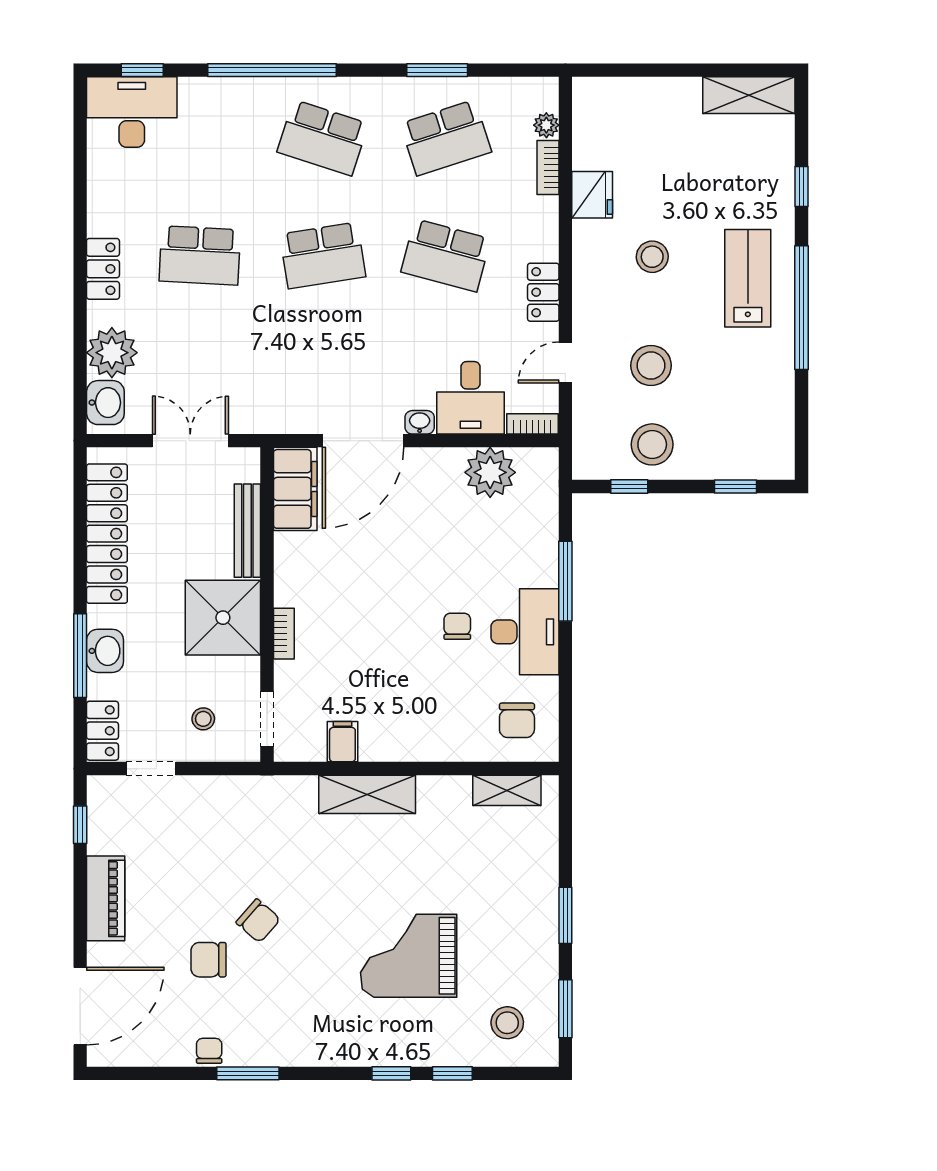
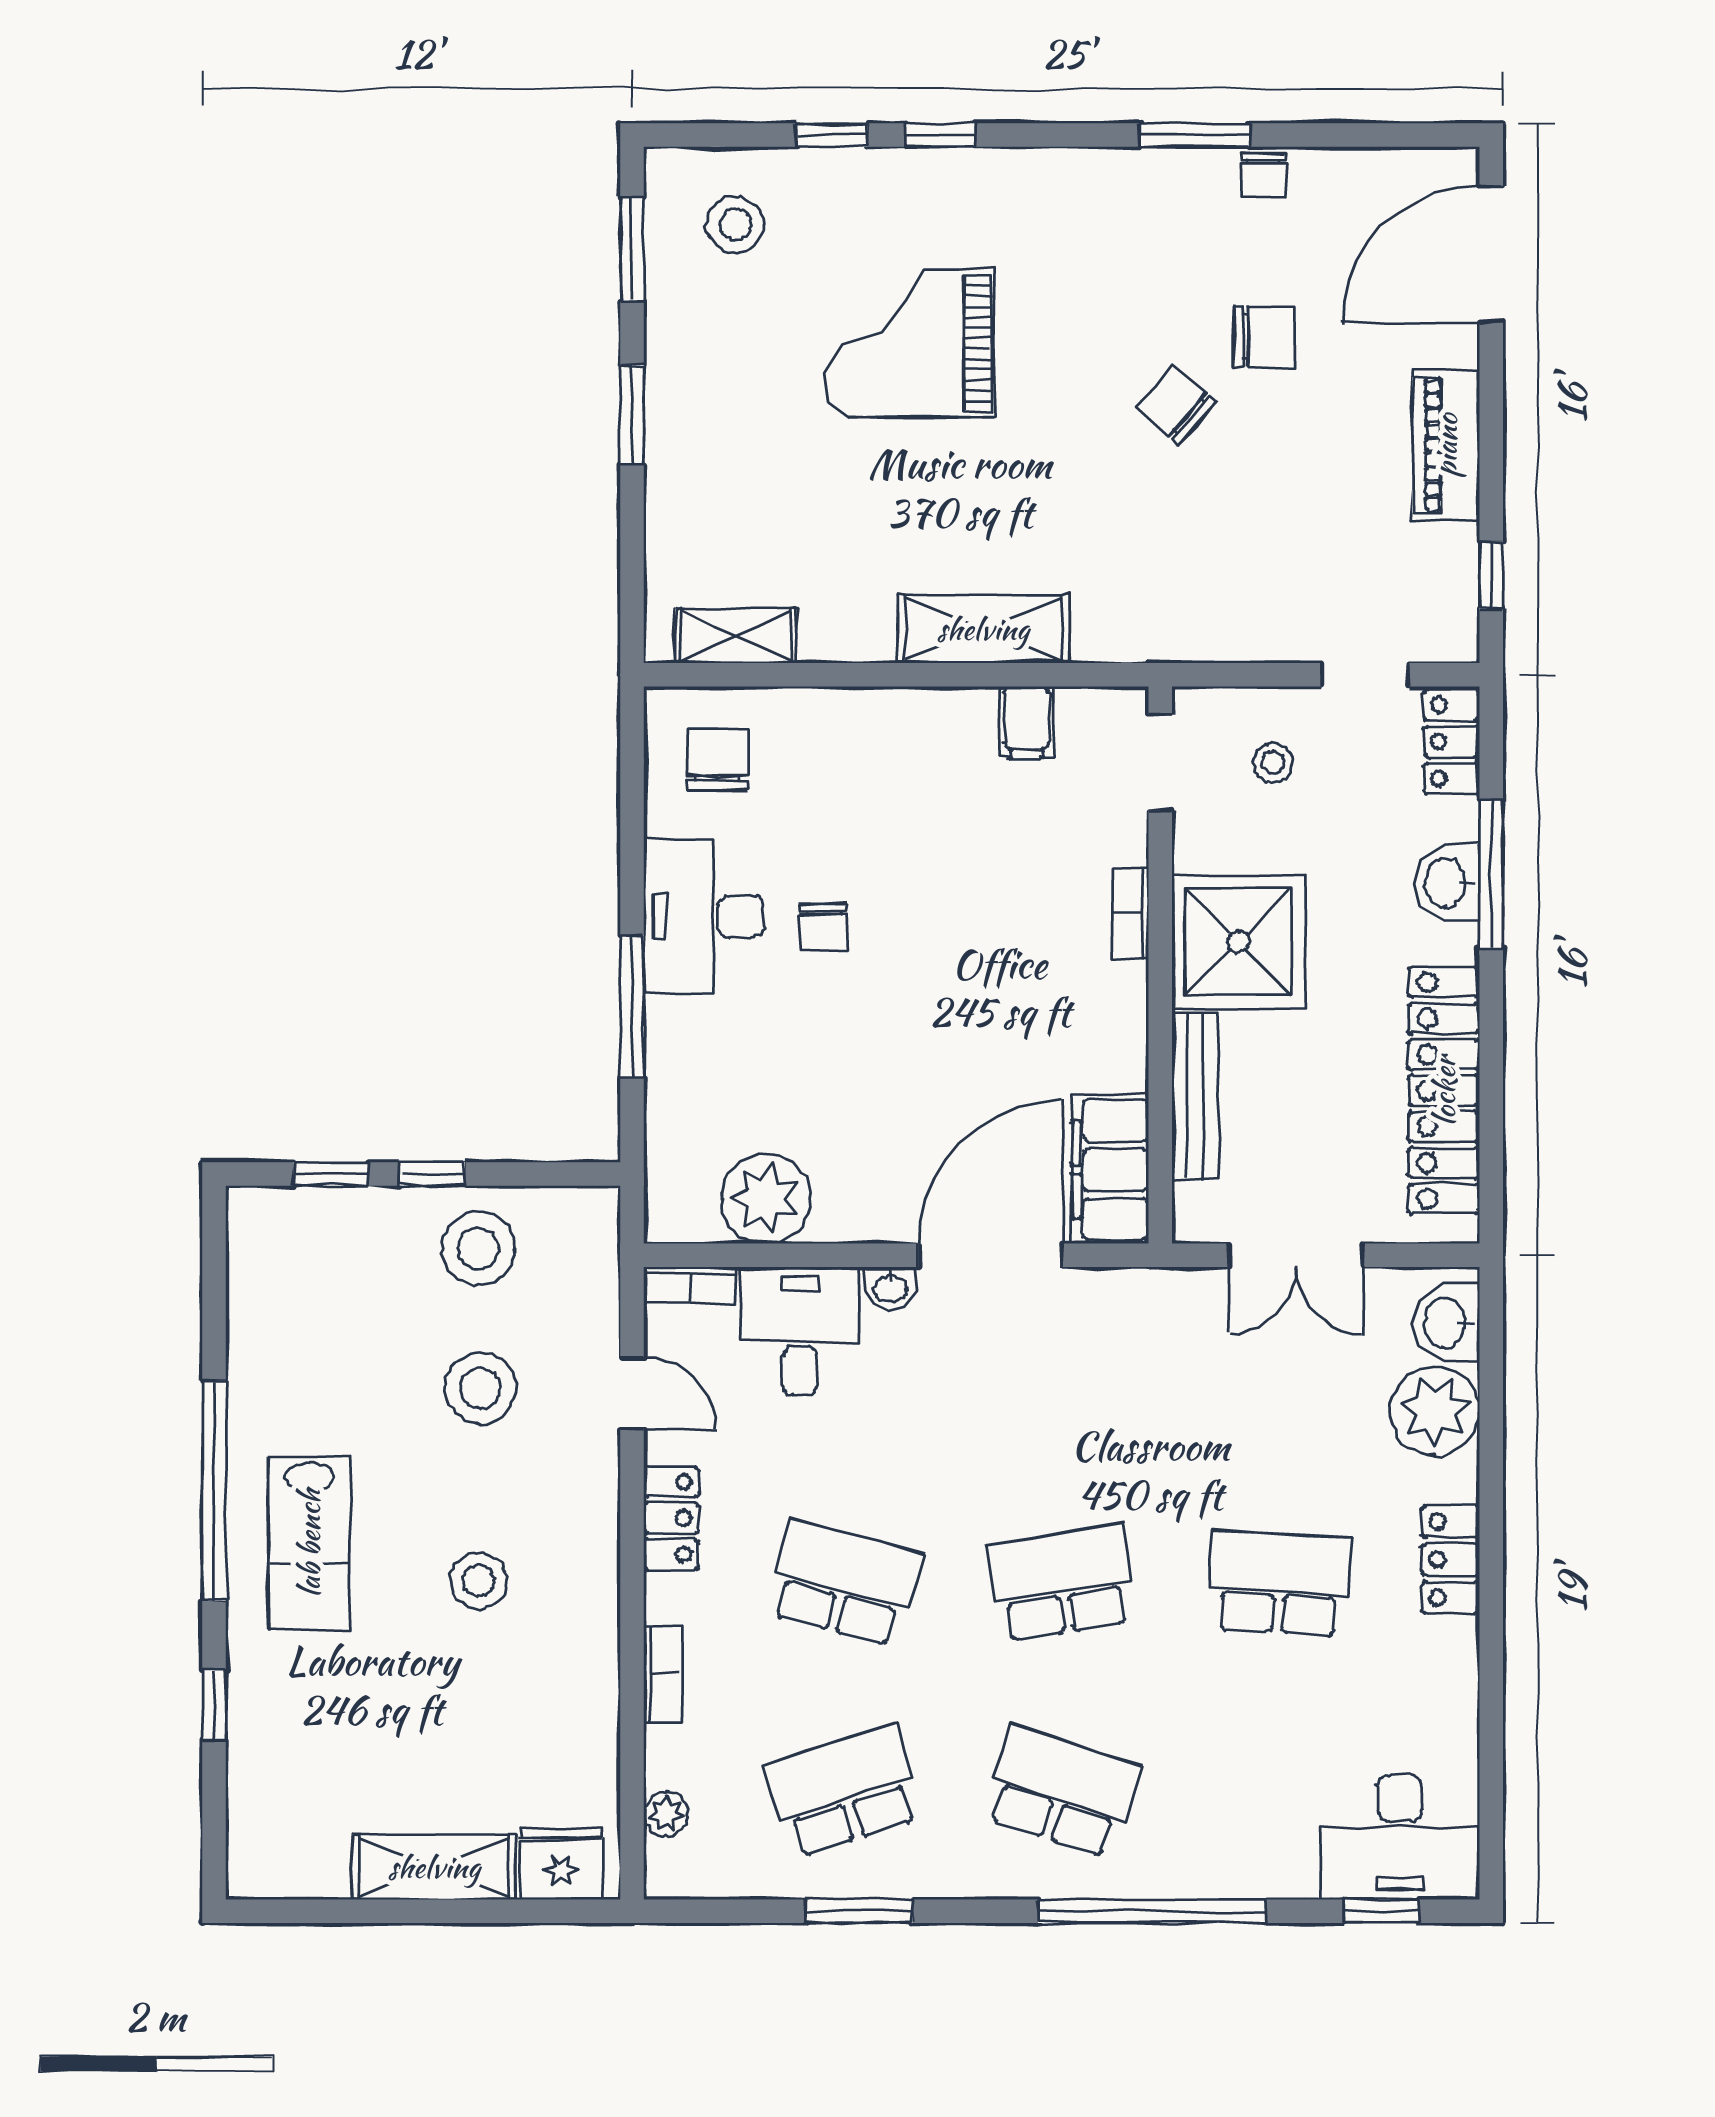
shelving: (749, 95) -> (434, 1867), moved
bookcase: (548, 168) -> (663, 1674), moved
fridge: (592, 195) -> (561, 1864), moved, turned 90
door: (565, 363) -> (632, 1393), hinge flipped
window: (629, 487) -> (432, 1174), moved
grand piano: (409, 956) -> (910, 343), turned 180

